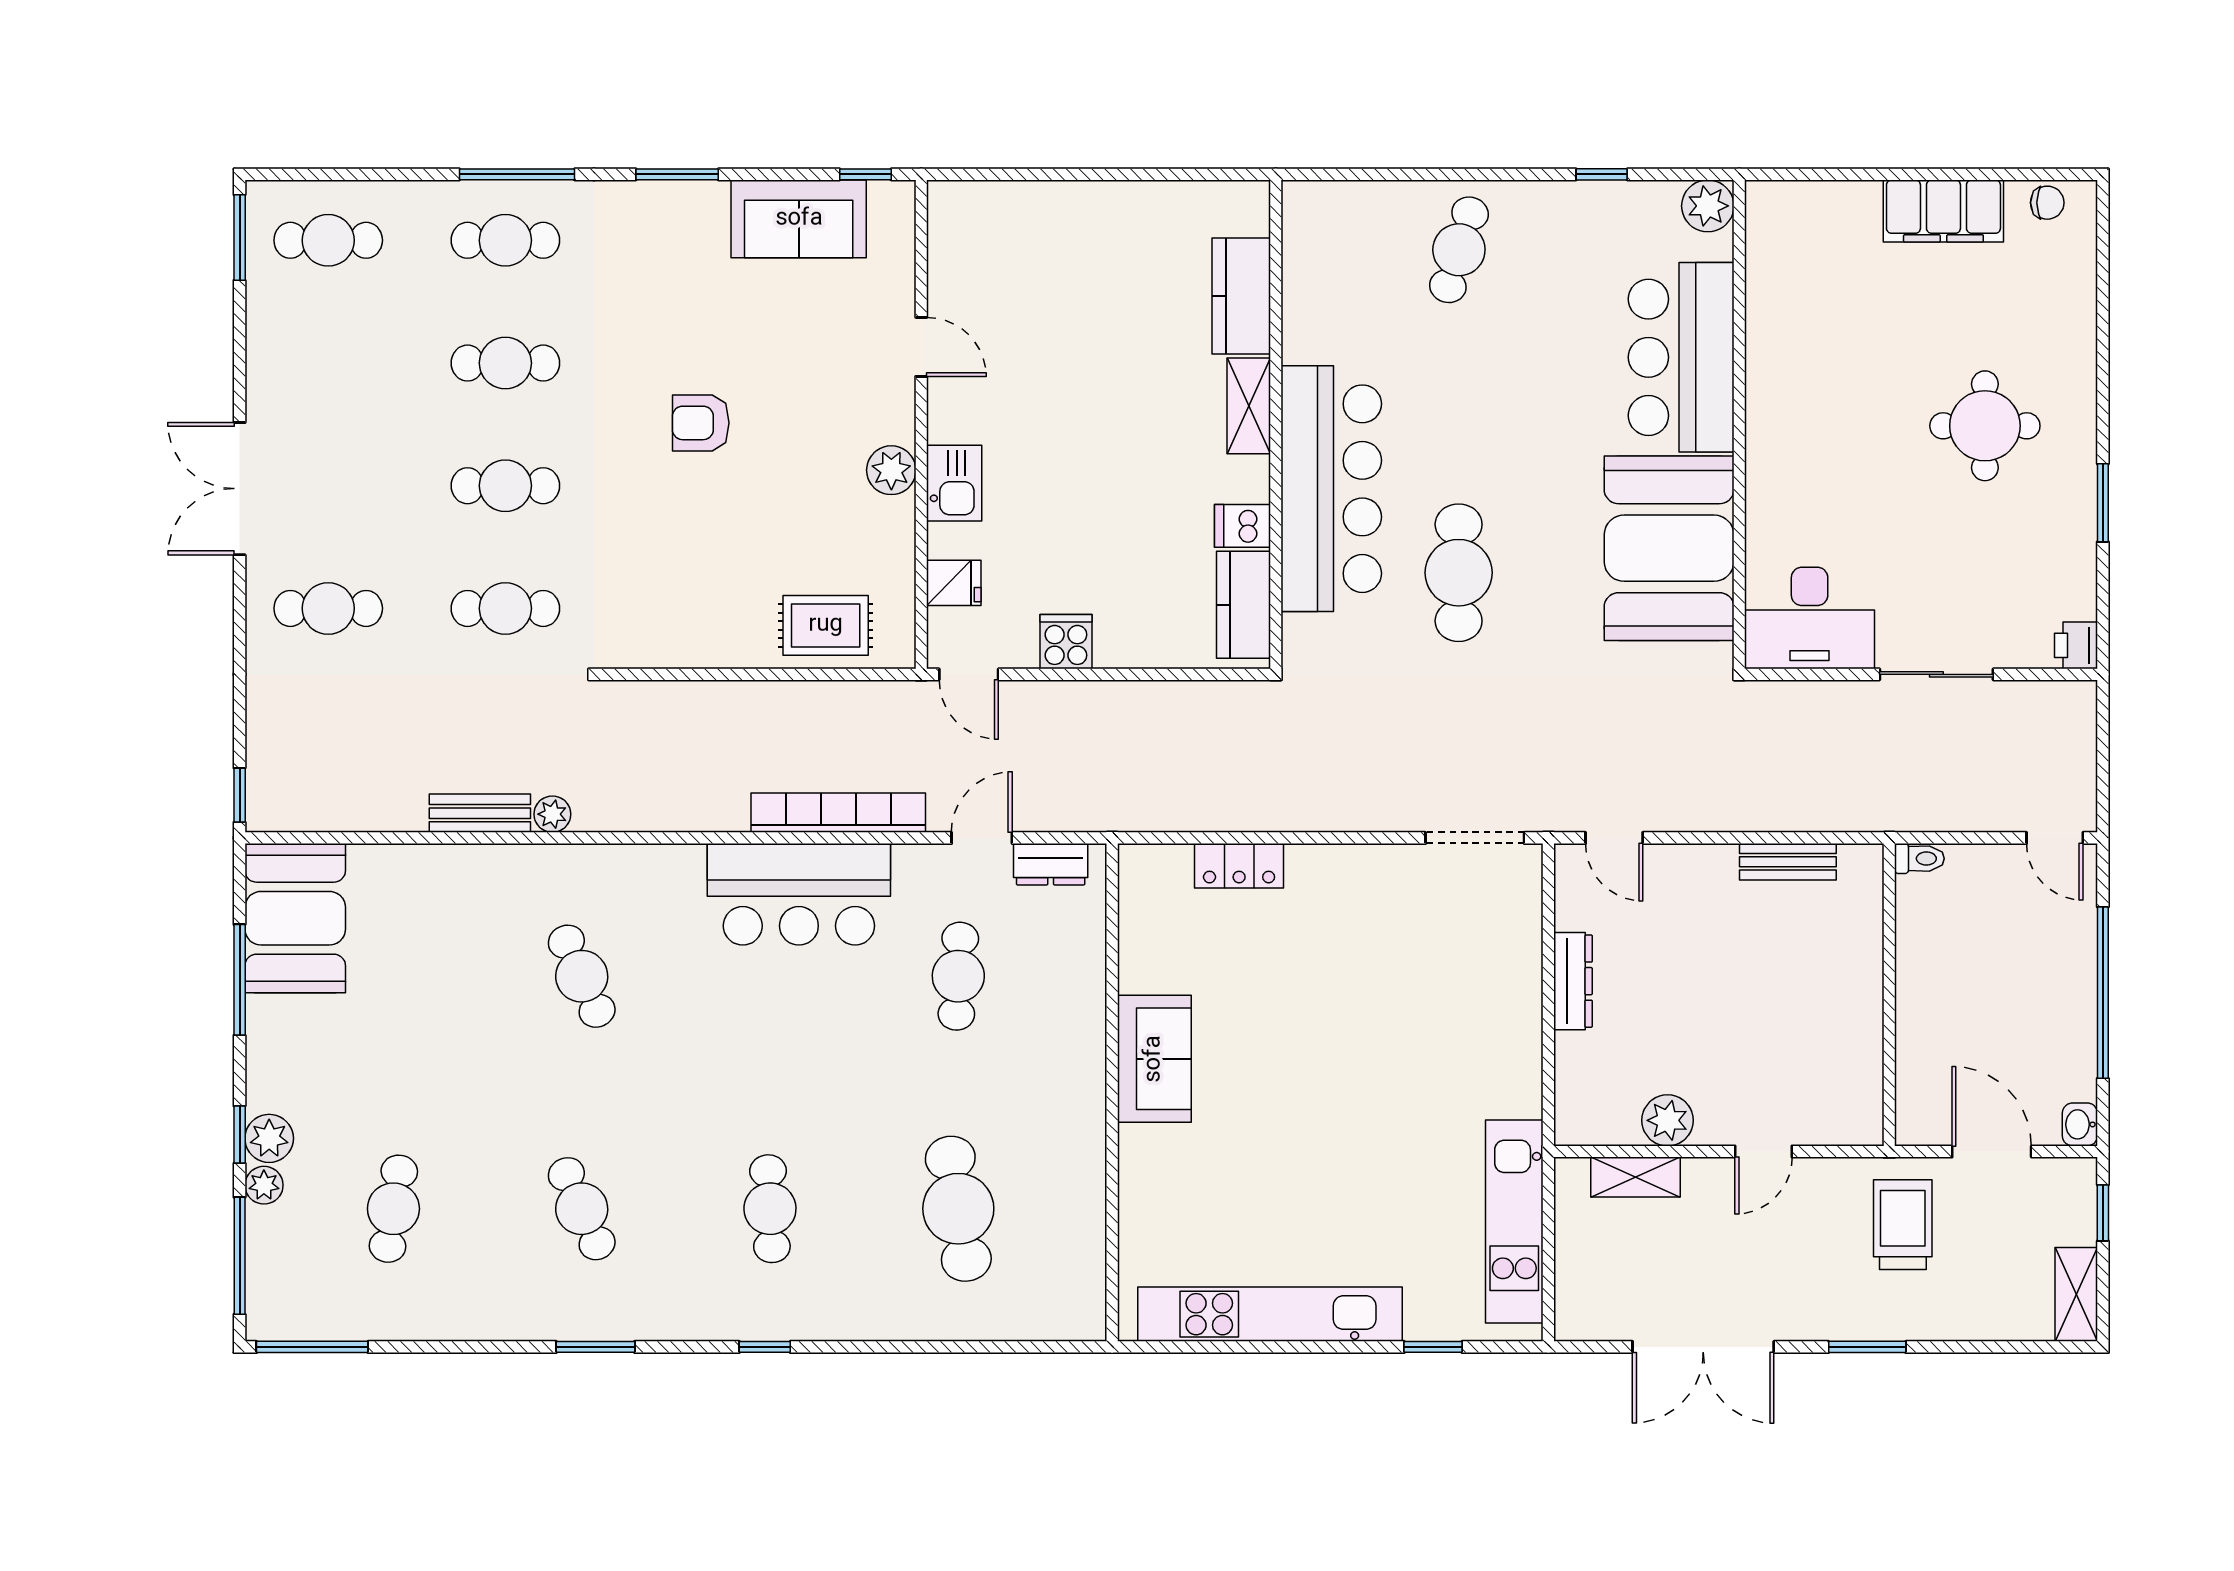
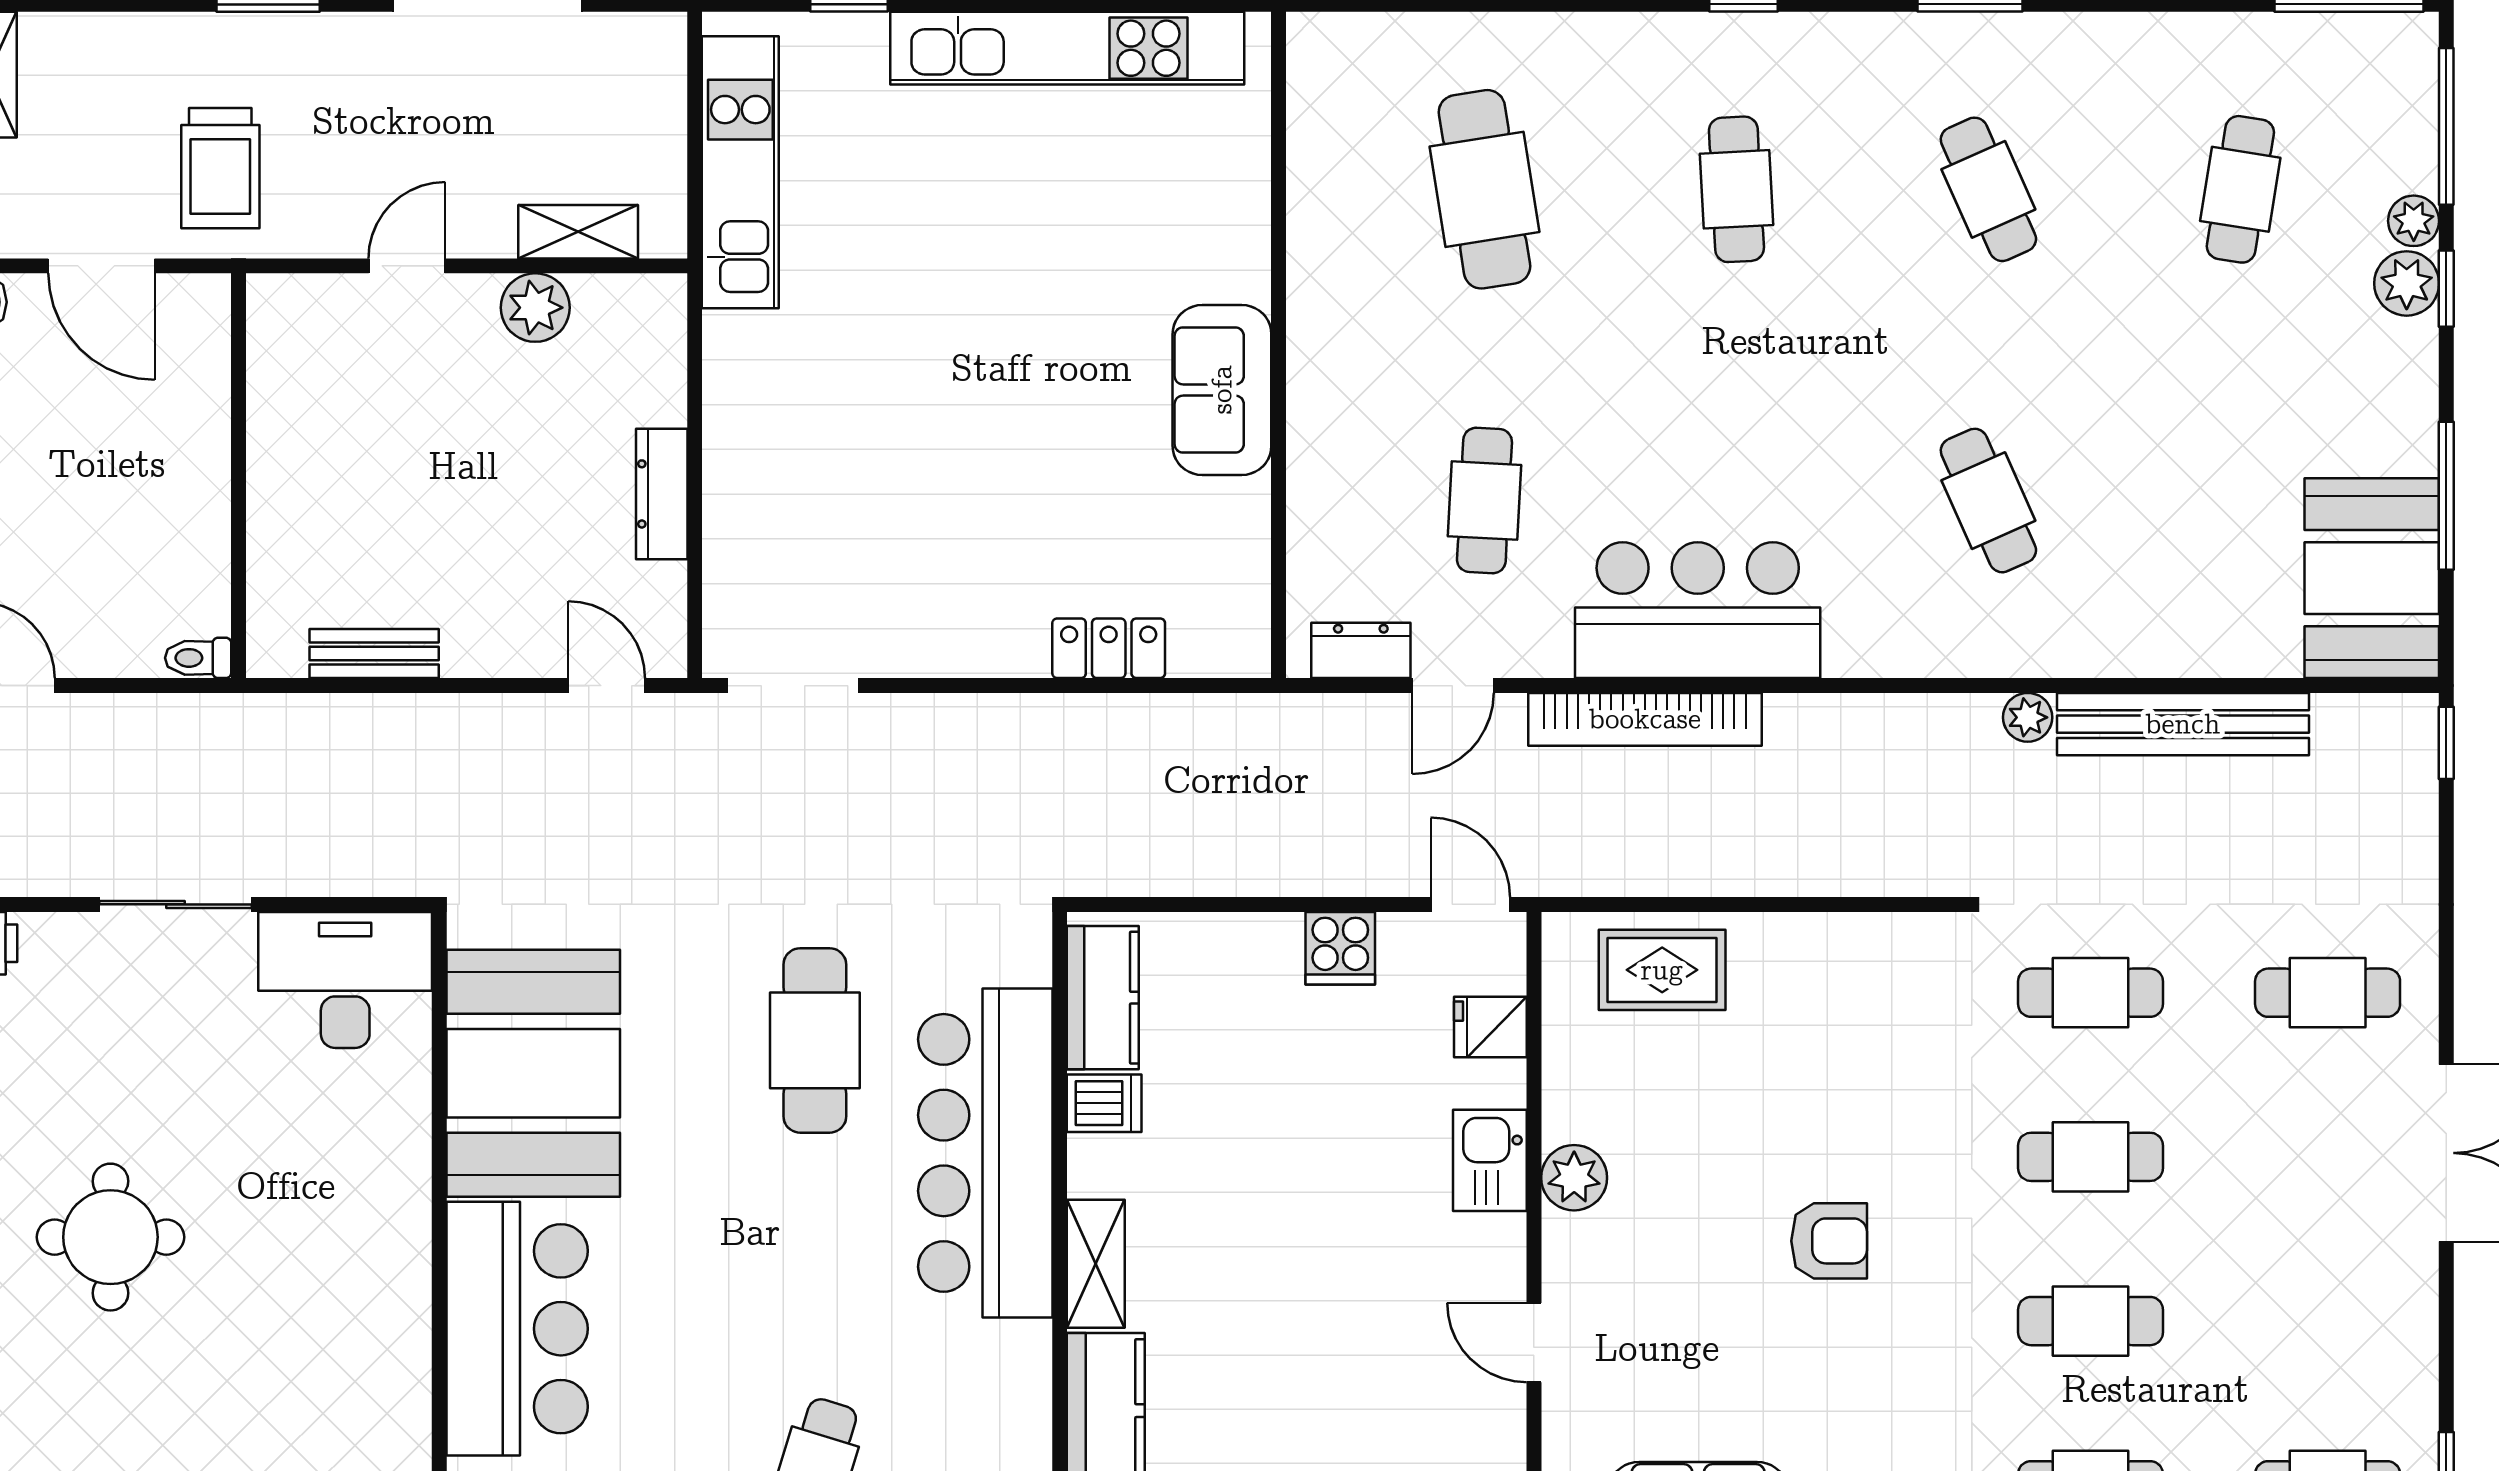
bench: (480, 813) -> (2183, 724), width x1.86, depth x1.21

